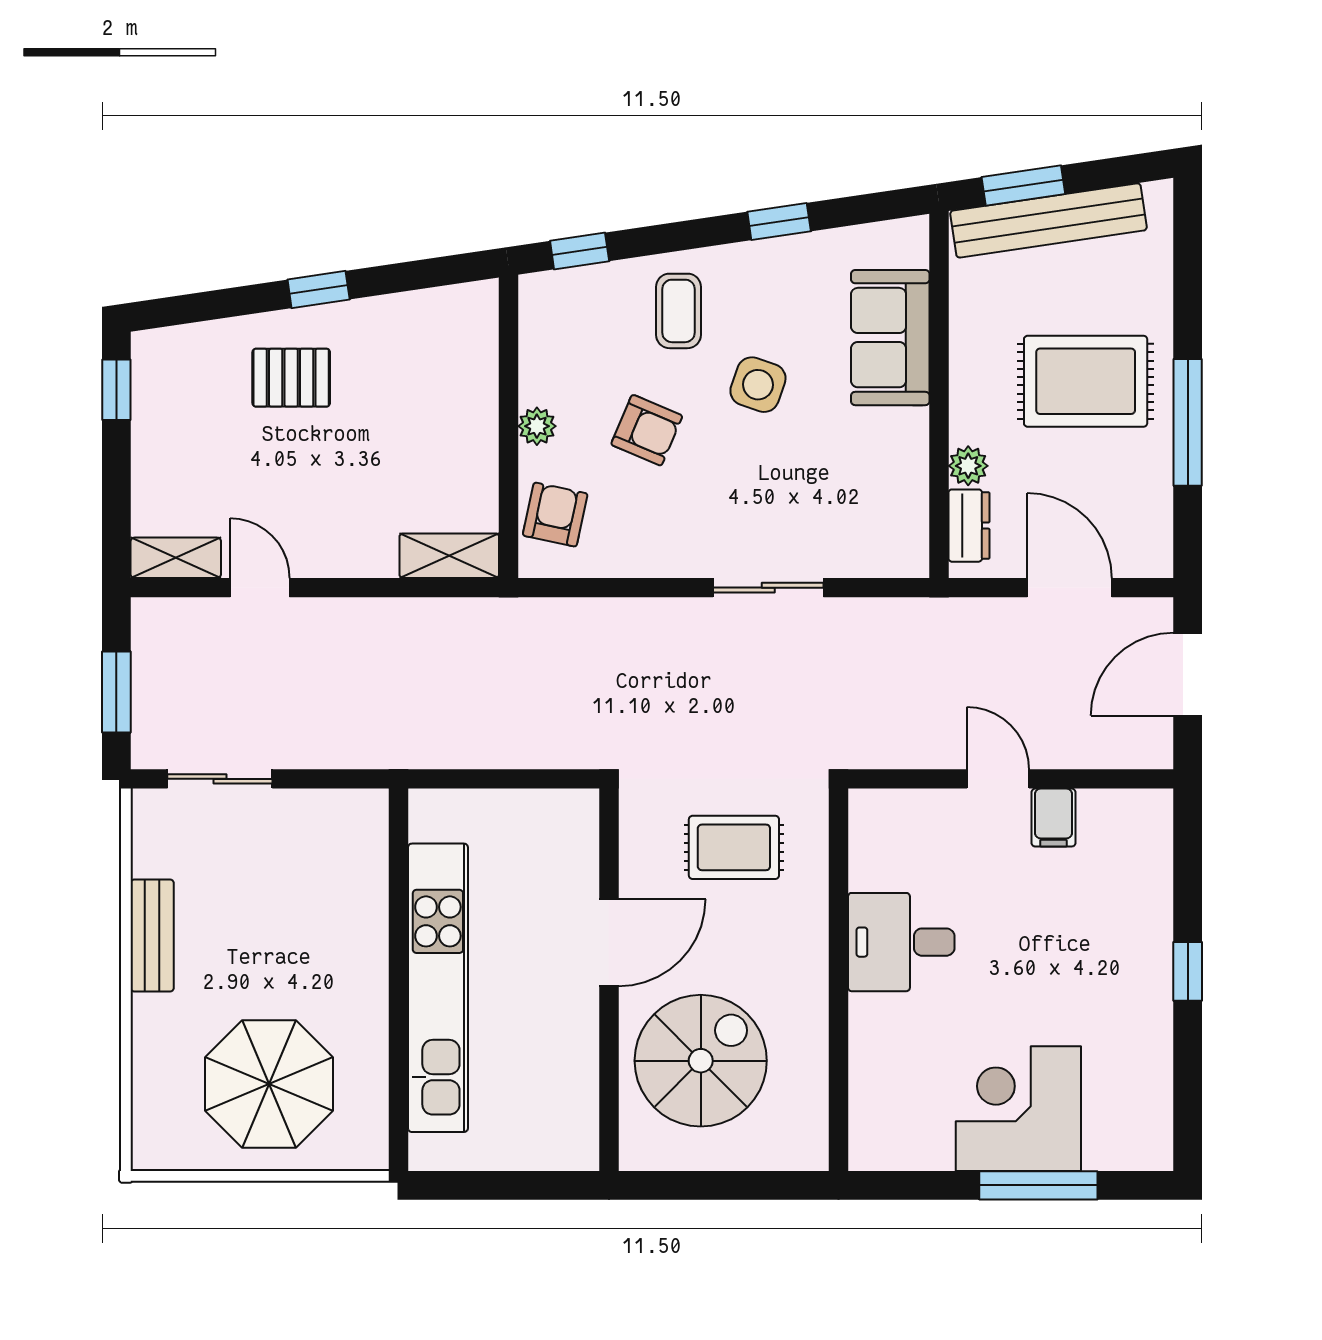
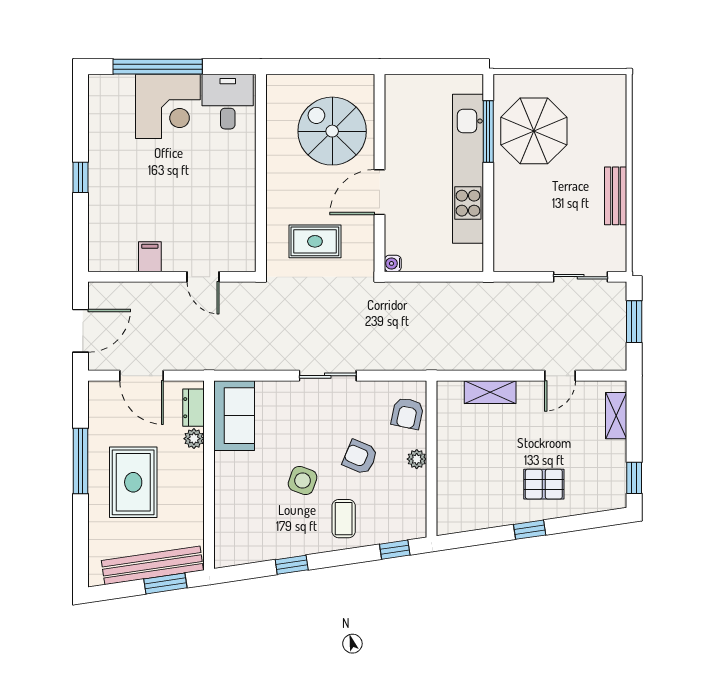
sofa: (890, 338) -> (234, 416), moved
rug: (1086, 381) -> (133, 482), turned 90
shelving: (449, 556) -> (490, 392), moved
shelving: (176, 558) -> (616, 416), moved, turned 90
door: (260, 588) -> (560, 376), hinge flipped
sliding door: (768, 588) -> (328, 376), moved
door: (998, 779) -> (203, 277), moved
water cooler: (583, 805) -> (393, 263), added
desk: (901, 942) -> (228, 102), moved, turned -90
window: (399, 1060) -> (488, 131), added
spiral stairs: (701, 1061) -> (332, 131), turned 90
parasol: (269, 1084) -> (534, 131), moved
window: (1038, 1185) -> (158, 67), width x1.46

